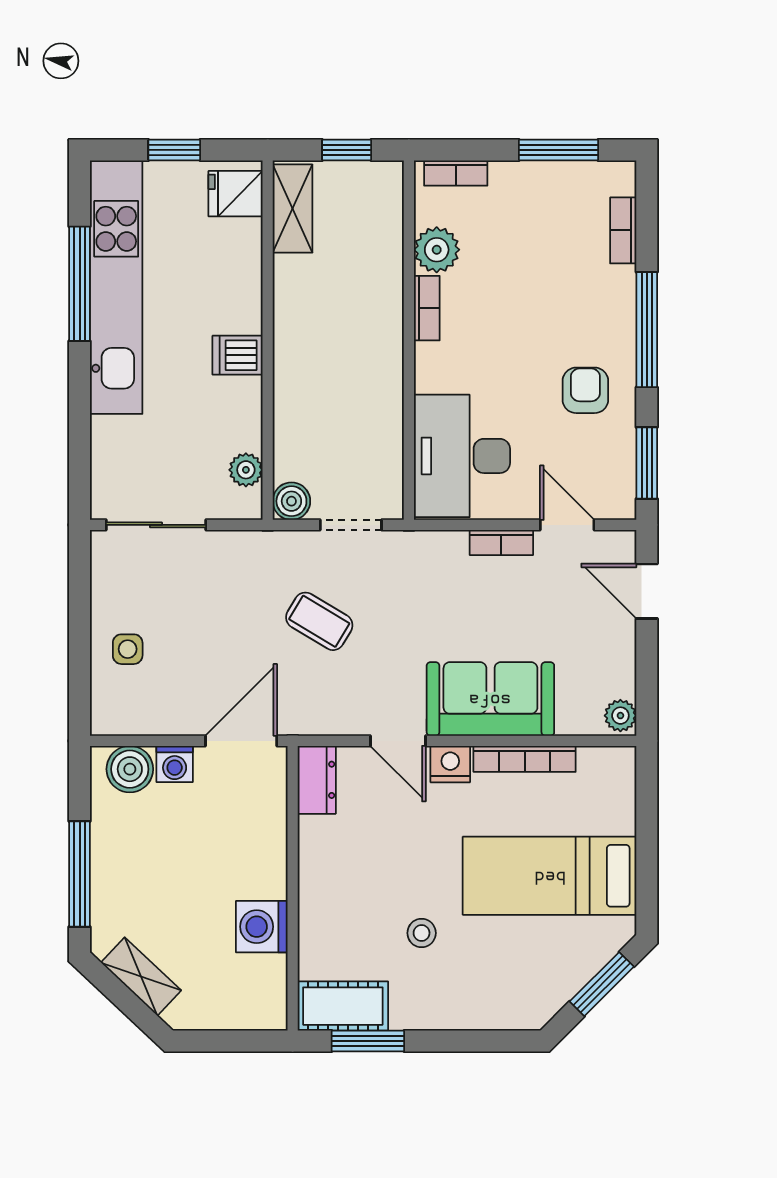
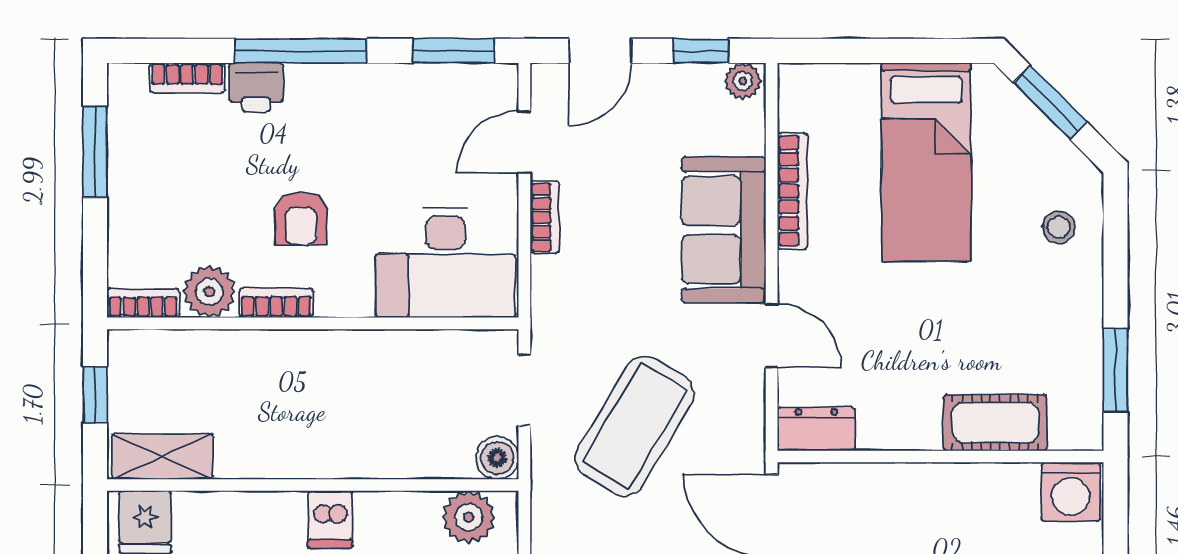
bookcase: (456, 173) -> (143, 303), moved, turned -90
printer: (615, 291) -> (256, 88), added
armchair: (585, 390) -> (301, 219), moved, turned -90
plant: (246, 470) -> (469, 517), width x1.38, depth x1.38
coffee table: (319, 621) -> (635, 426), width x1.86, depth x1.72
window: (647, 679) -> (701, 51), added
door: (398, 741) -> (772, 336), hinge flipped
nightstand: (450, 764) -> (798, 276), removed
washing machine: (262, 927) -> (1071, 492), moved
stool: (422, 933) -> (1059, 227), moved
cot: (343, 1006) -> (995, 423), moved, turned 90

